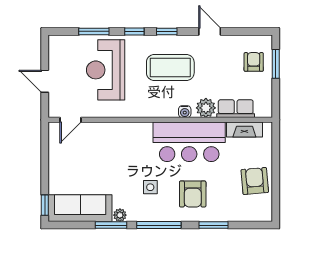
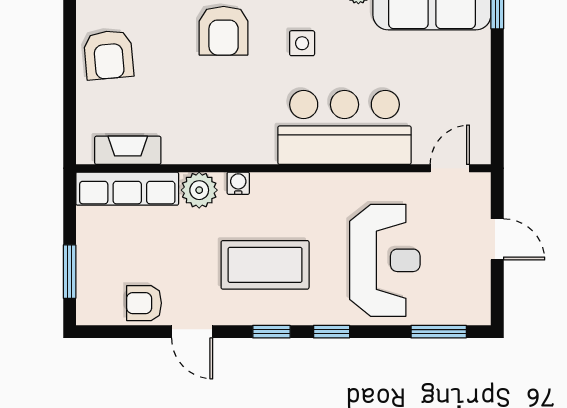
window: (94, 31) -> (439, 332), moved
armchair: (254, 62) -> (144, 303), moved, turned 90
row of seats: (236, 109) -> (127, 189), width x1.48
bar counter: (189, 142) -> (344, 127), moved
armchair: (193, 194) -> (224, 31), turned 180

